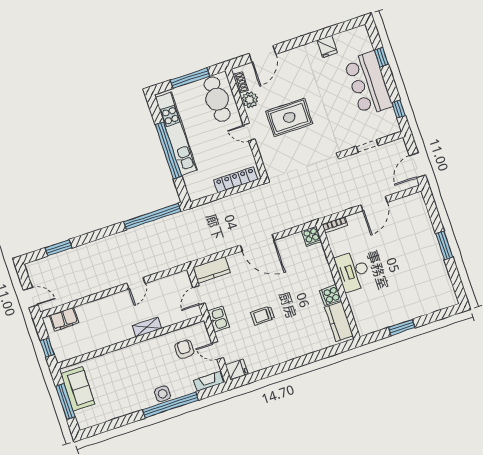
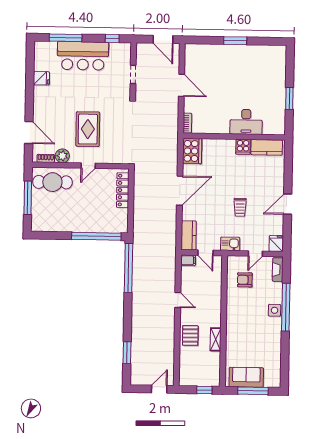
window: (381, 57) -> (66, 38), width x2.17
kitchen unit: (176, 134) -> (69, 225), removed
window: (168, 150) -> (96, 236), moved
cooker: (312, 236) -> (192, 151), width x1.87, depth x1.31
desk: (353, 271) -> (246, 122), moved
pallet: (102, 311) -> (190, 335), added
filing cabinet: (64, 319) -> (188, 260), moved, width x0.50
shelving: (147, 327) -> (216, 339), moved
door: (285, 367) -> (288, 204), added

